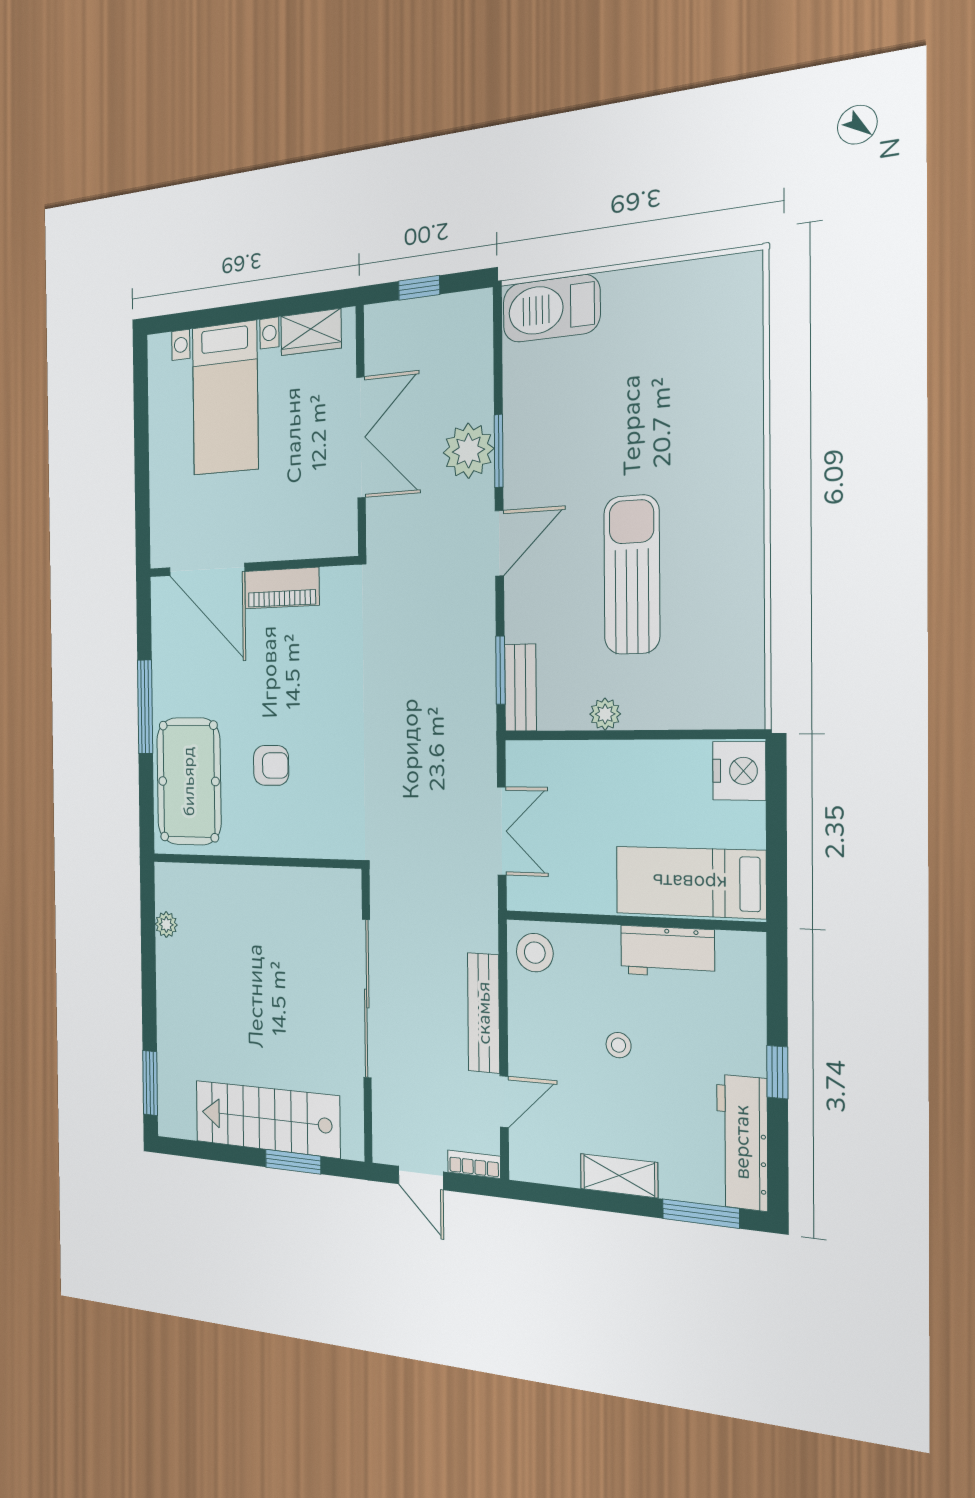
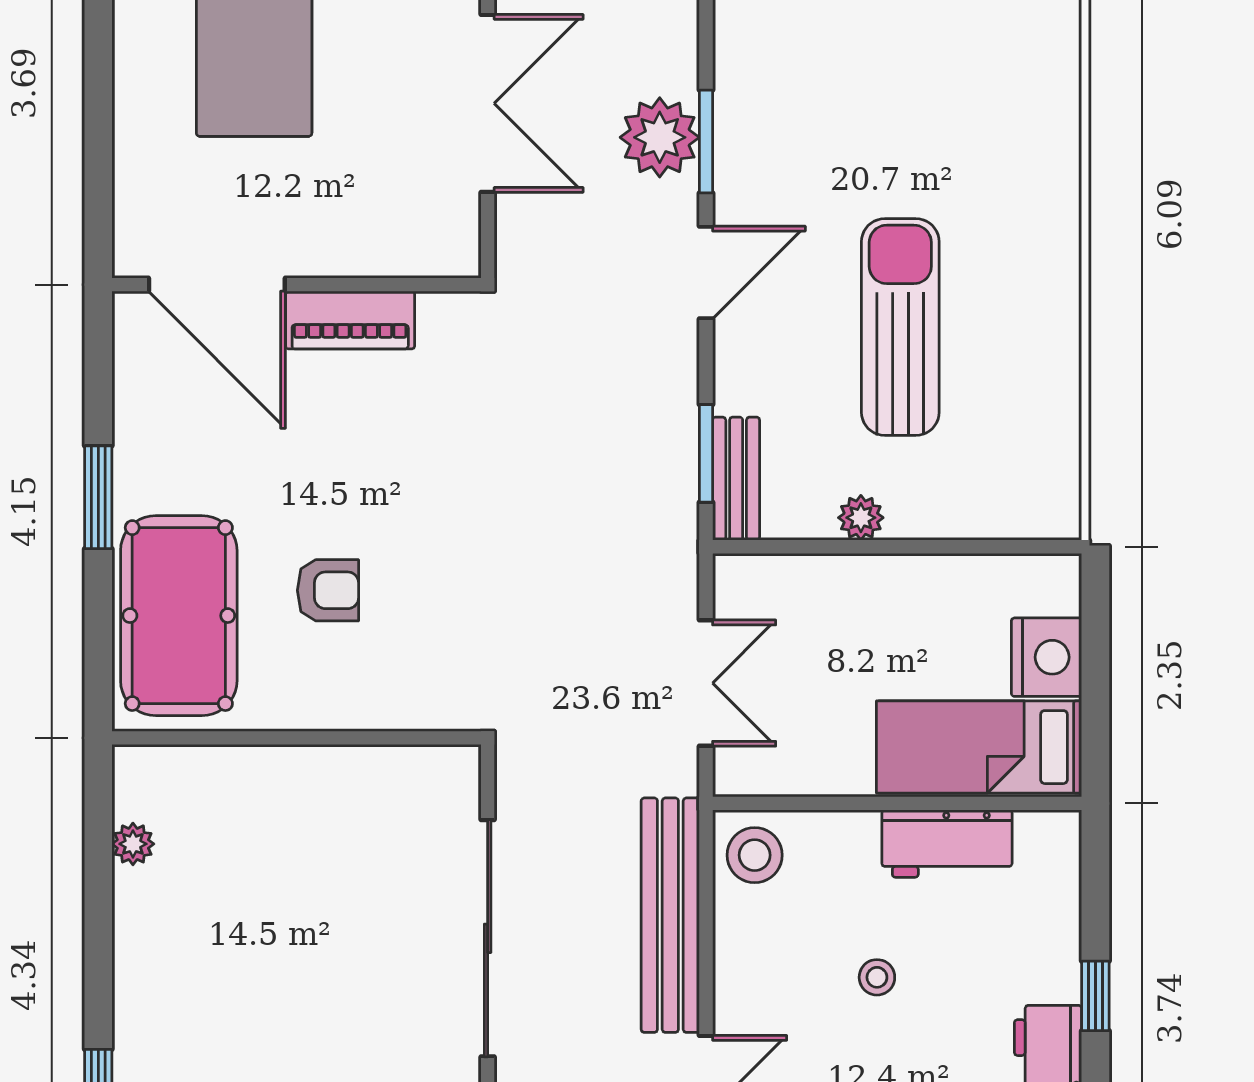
window: (145, 707) -> (98, 497), width x0.69
nightstand: (739, 771) -> (1047, 657), moved
bench: (484, 1013) -> (670, 915), width x1.37, depth x1.21

